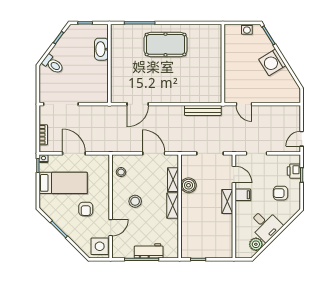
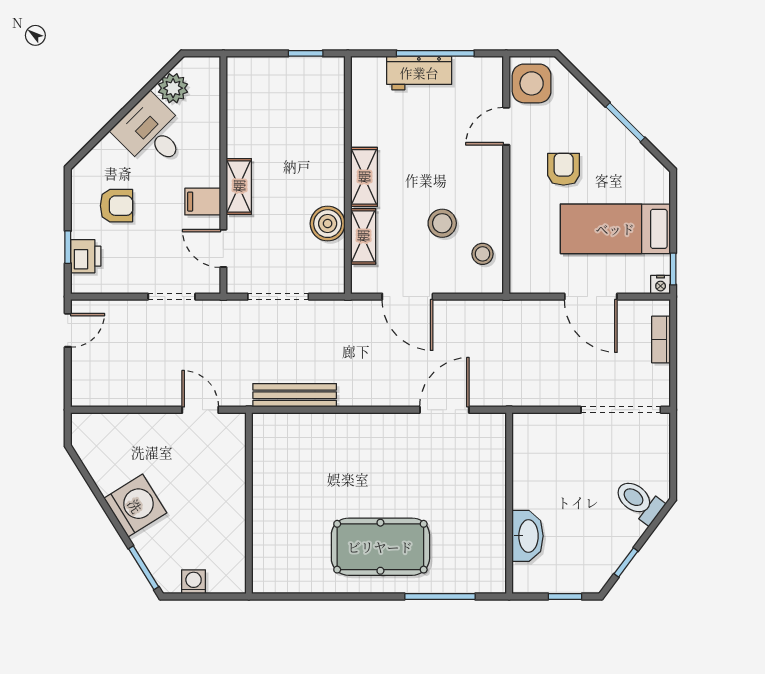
stool: (135, 201) -> (442, 223), moved

